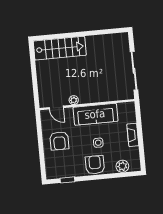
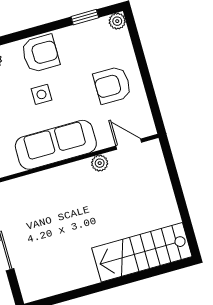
armchair: (59, 141) -> (112, 85), turned -90
armchair: (95, 165) -> (40, 53), turned -90
plant: (50, 175) -> (117, 21), added

